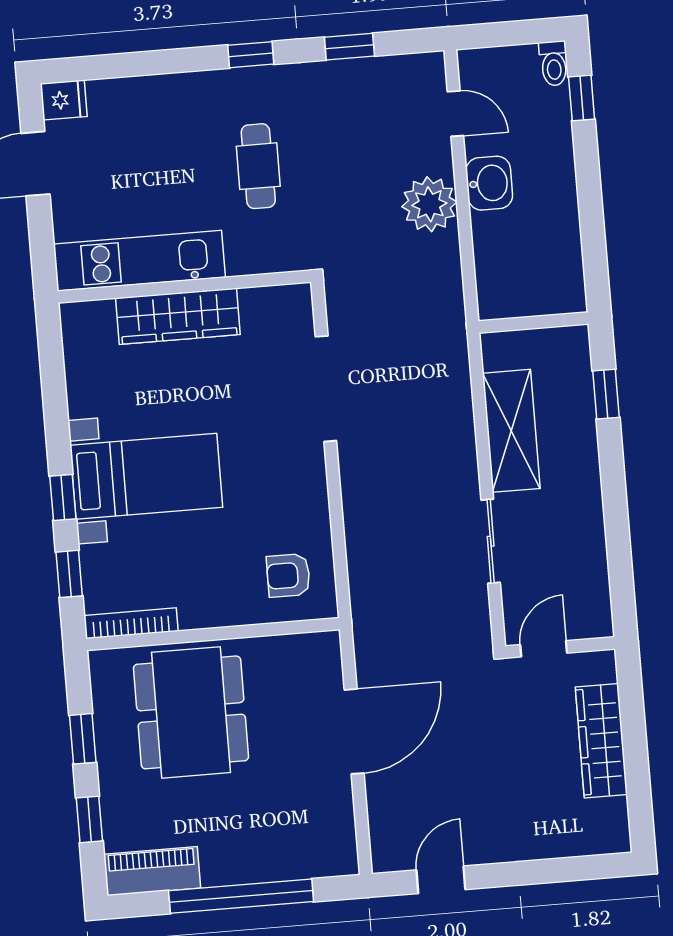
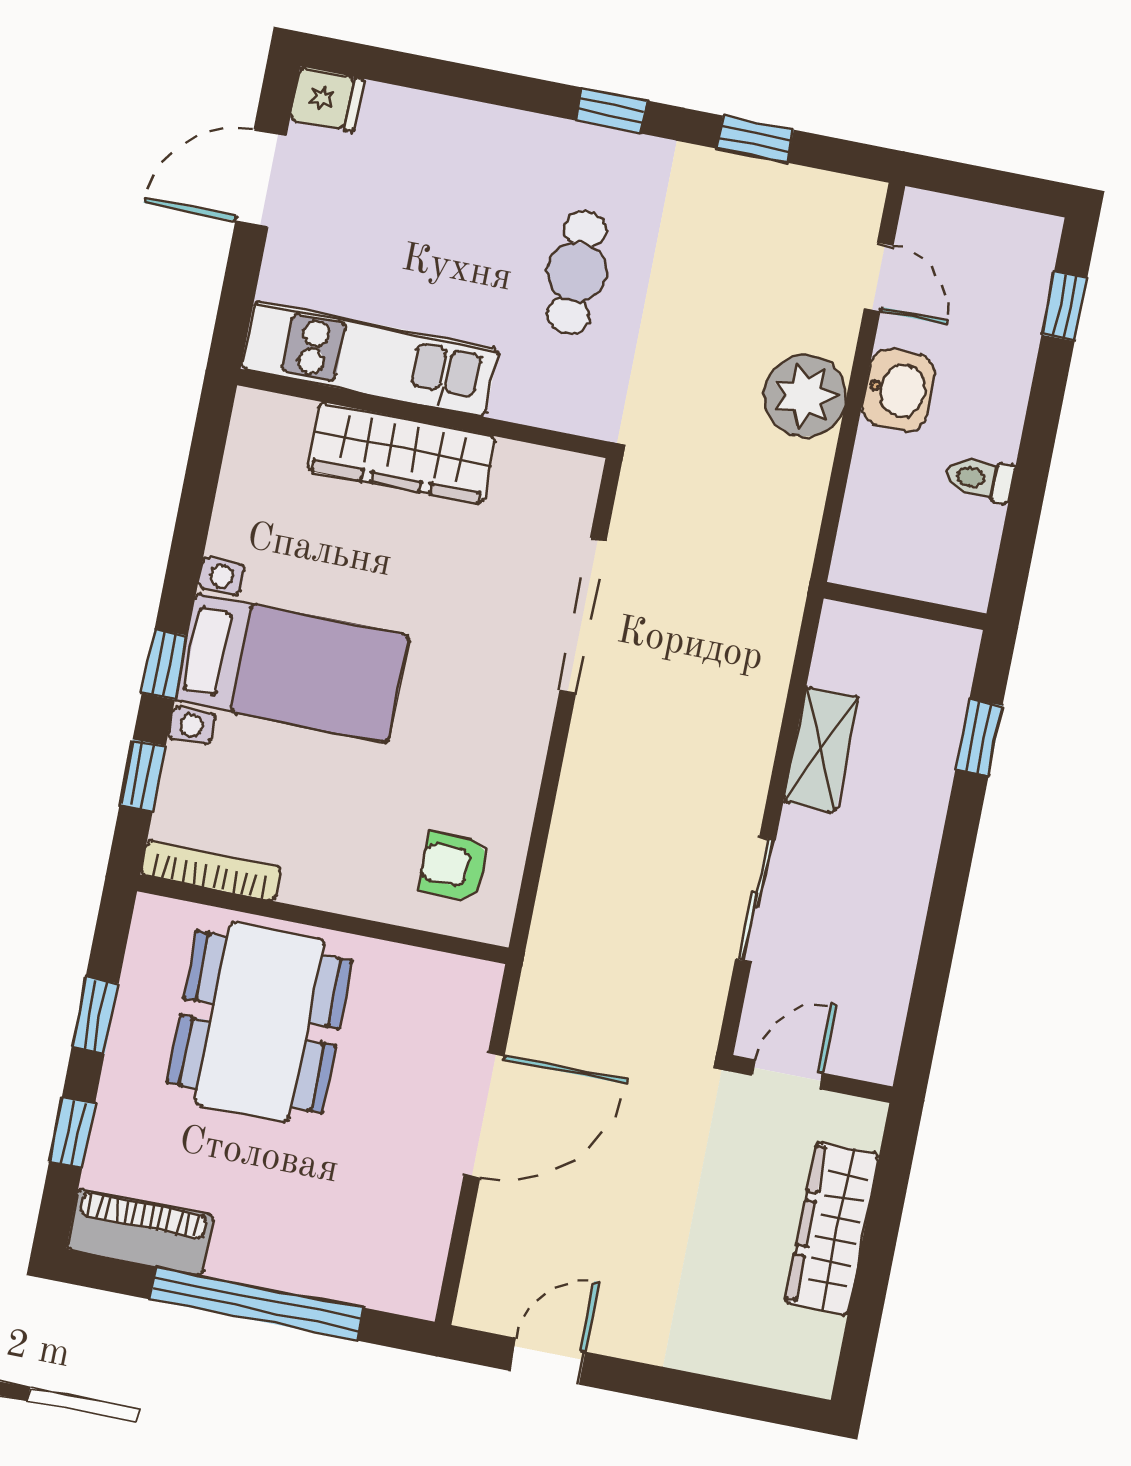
toilet: (554, 63) -> (980, 479), moved, turned 90
shelving: (511, 431) -> (821, 749), width x0.67, depth x0.75

